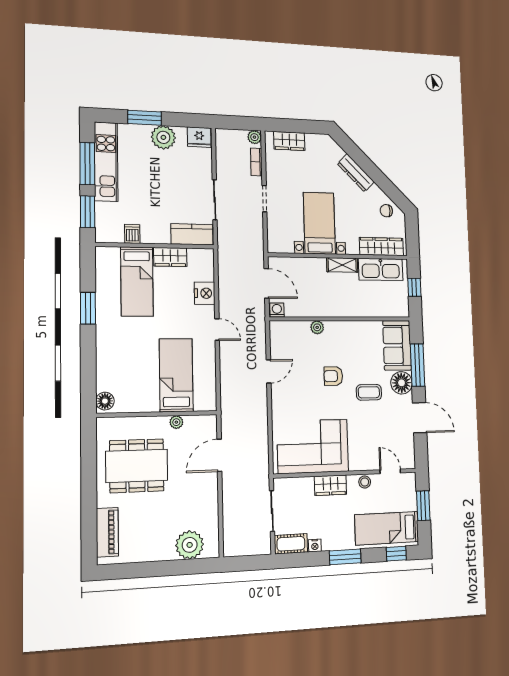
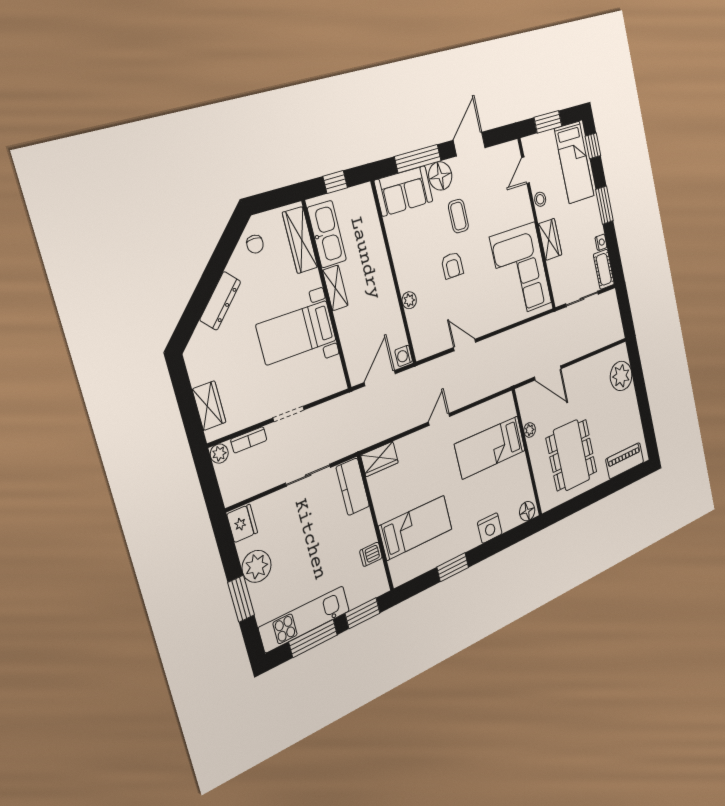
wardrobe: (170, 257) -> (380, 459), moved, turned 90
nightstand: (205, 293) -> (490, 528), moved, turned 180

